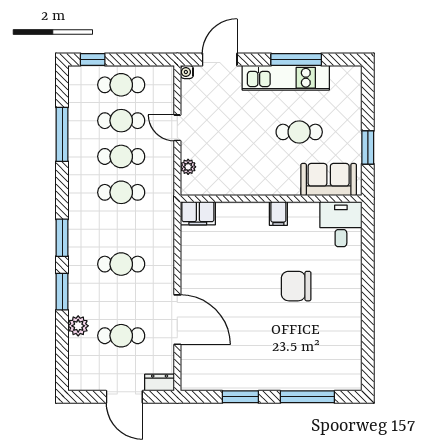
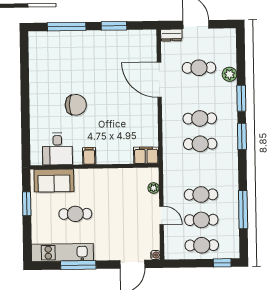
kitchen unit: (286, 78) -> (62, 252), moved
cafe table: (121, 192) -> (200, 144), moved
desk: (341, 224) -> (57, 149), moved

